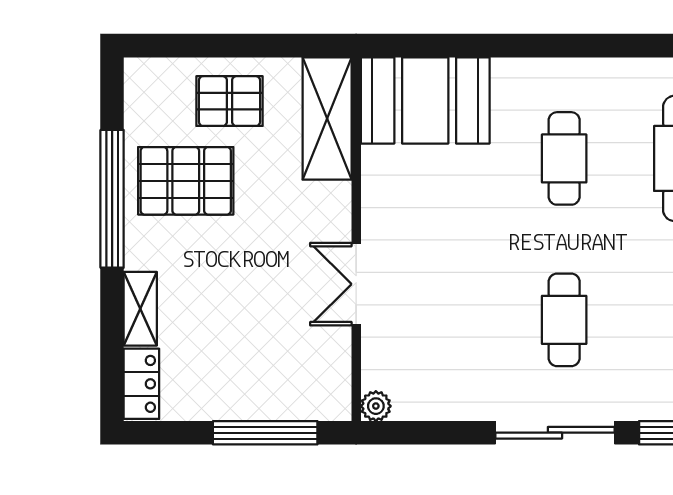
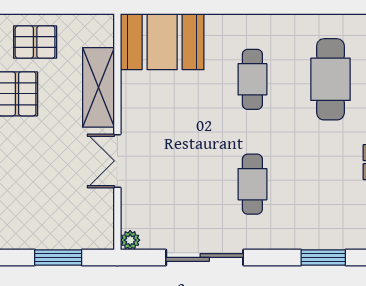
shelving: (327, 118) -> (98, 87), moved
window: (265, 433) -> (58, 257), width x0.69
sliding door: (555, 433) -> (205, 257), moved

